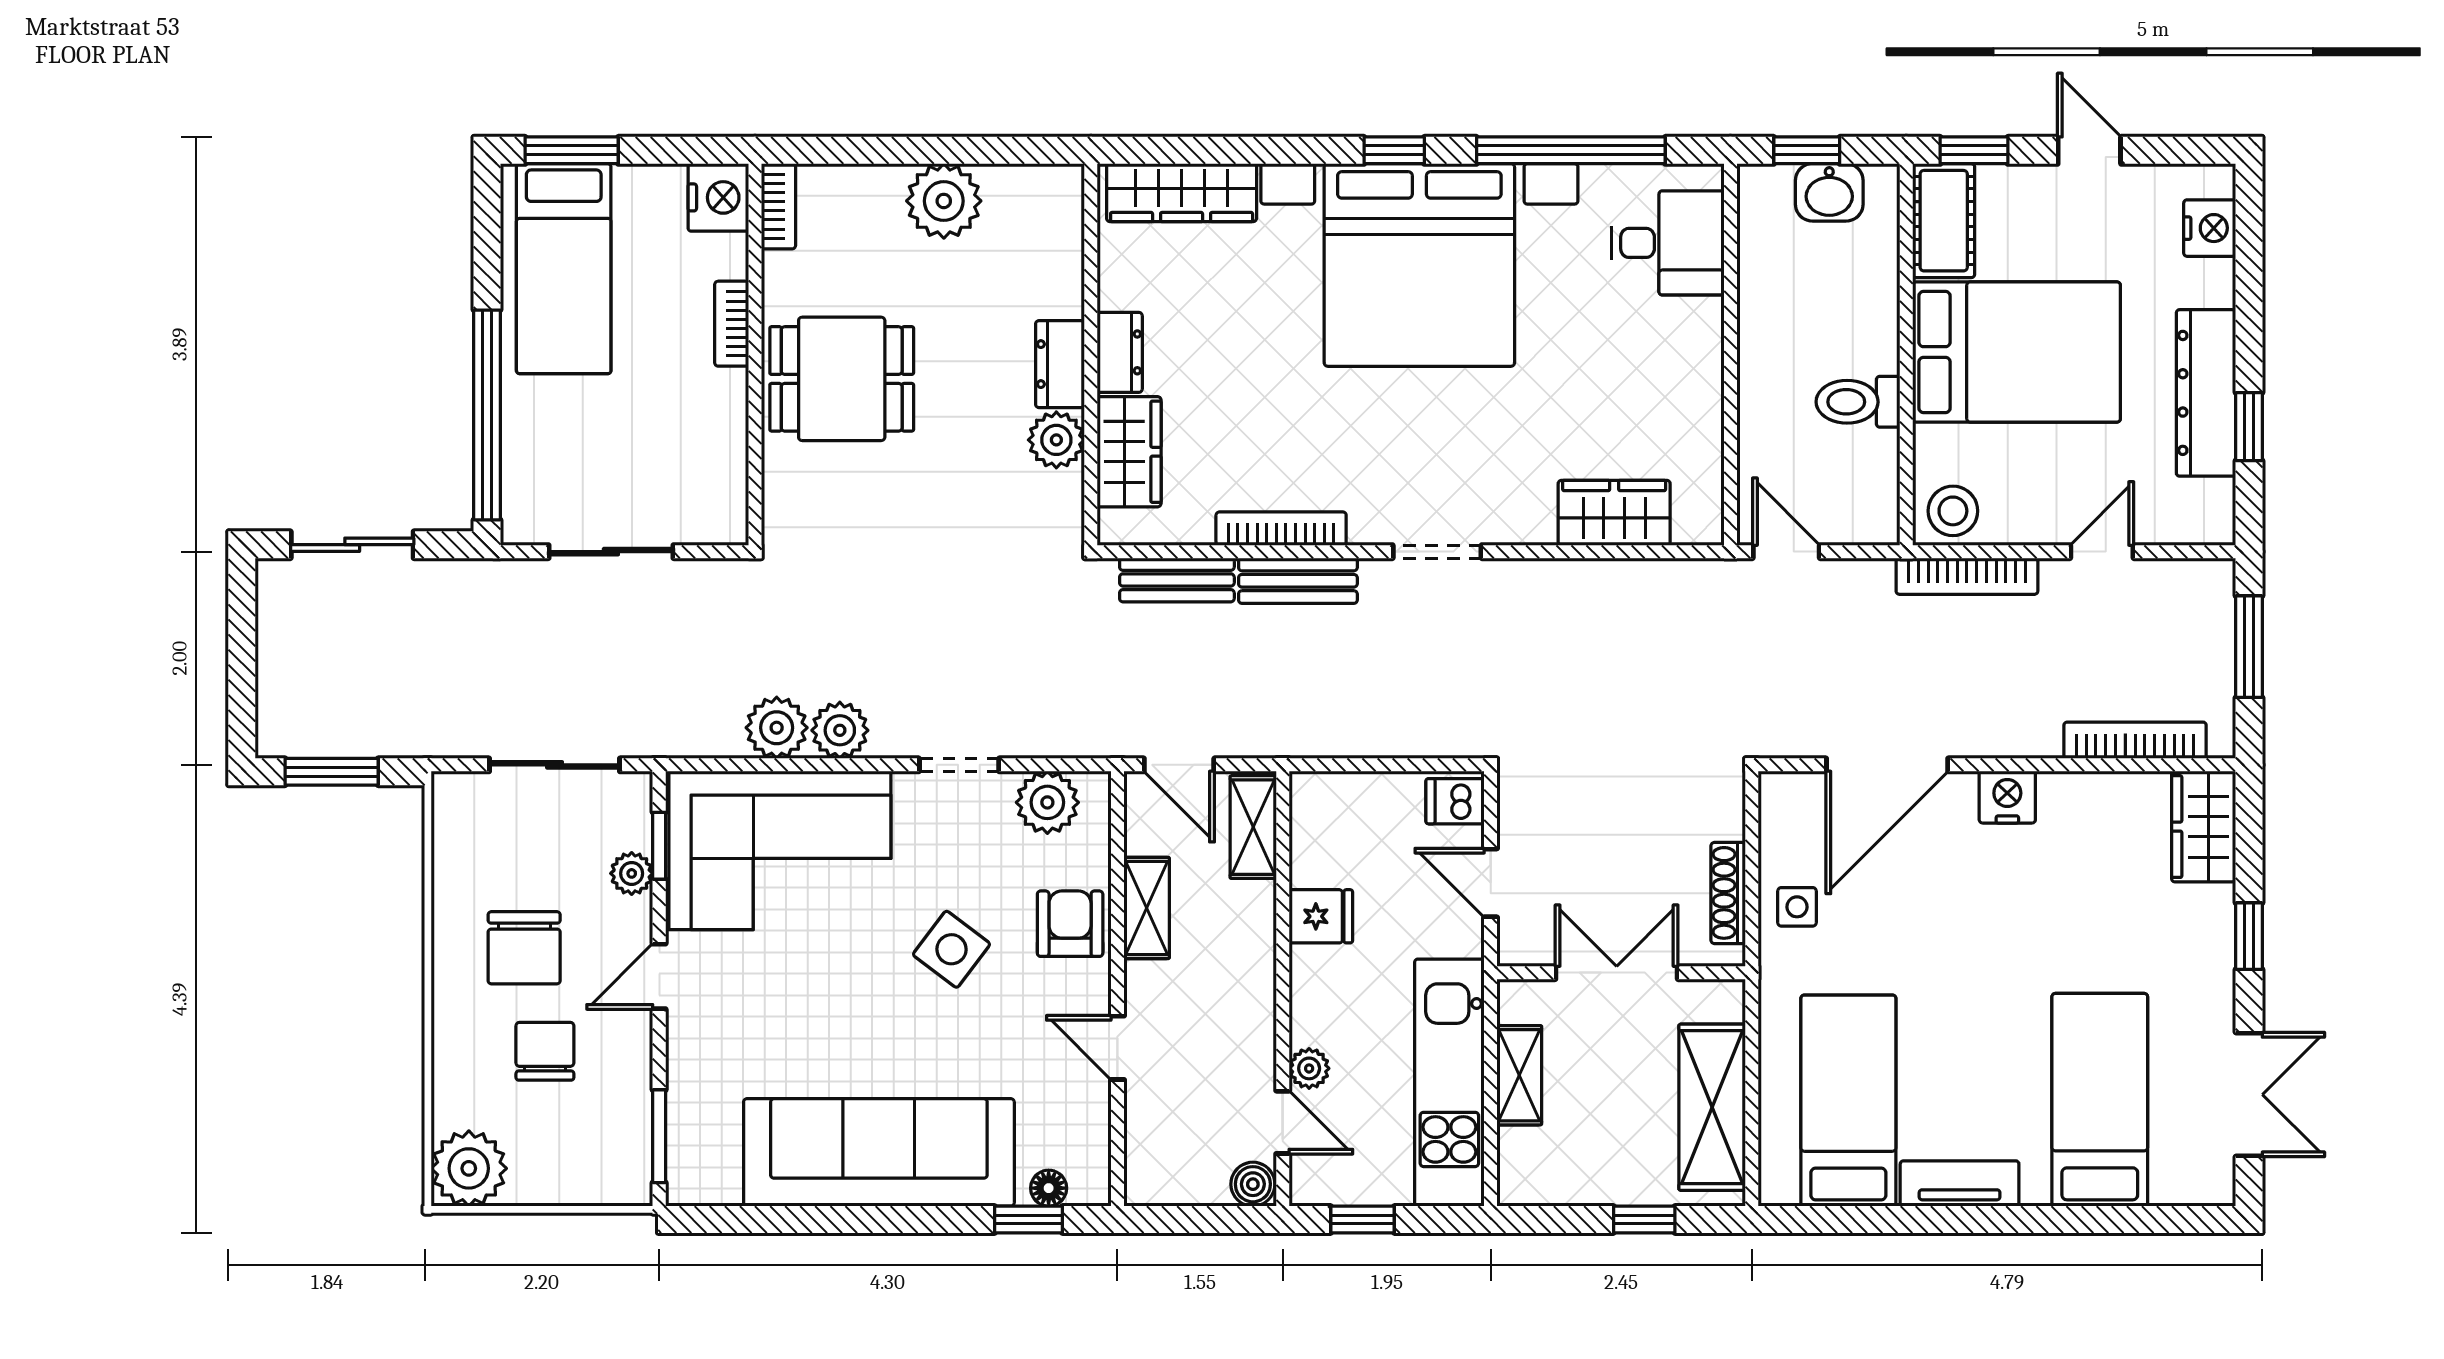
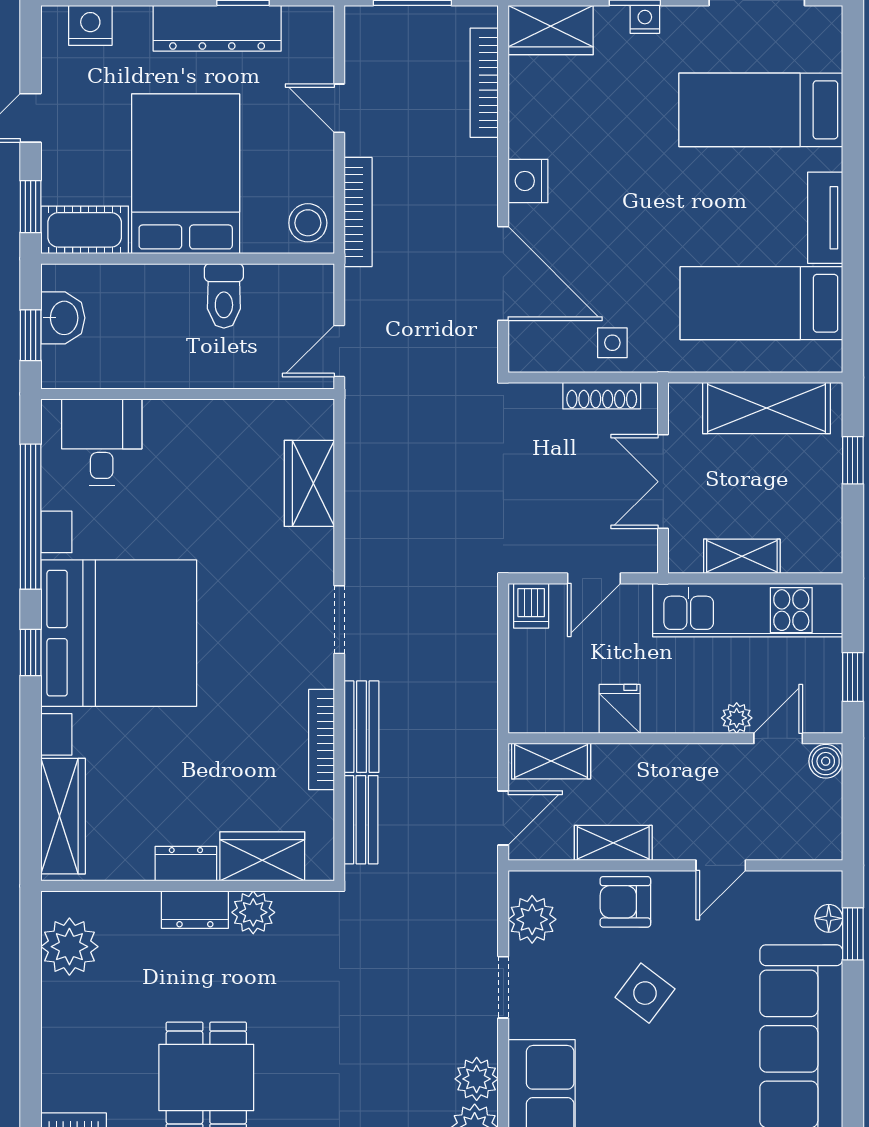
plant: (944, 201) -> (69, 947), moved
nightstand: (2218, 949) -> (645, 19), added

